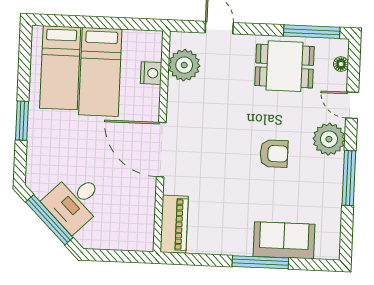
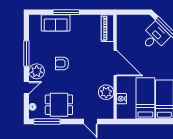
plant: (184, 65) -> (106, 92), moved
door: (352, 105) -> (26, 88), hinge flipped

